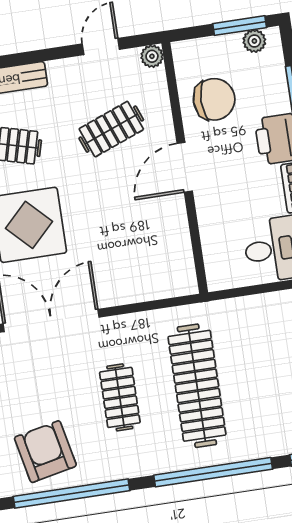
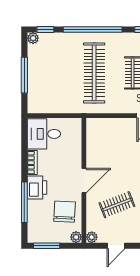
plant: (254, 41) -> (76, 237), moved
chair: (214, 99) -> (65, 212), turned 93

